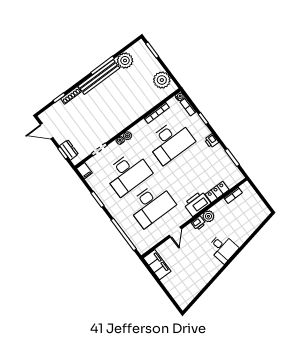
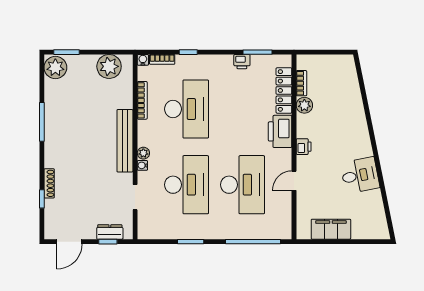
plant: (125, 61) -> (55, 68), moved
bench: (99, 77) -> (125, 141), moved
printer: (211, 141) -> (242, 62), moved
filing cabinet: (84, 171) -> (147, 232), removed
locker: (217, 192) -> (284, 90), width x1.53
plant: (208, 216) -> (304, 105), moved
door: (175, 232) -> (294, 181), swing flipped
desk: (223, 248) -> (360, 175), moved
filing cabinet: (157, 265) -> (331, 229), moved

